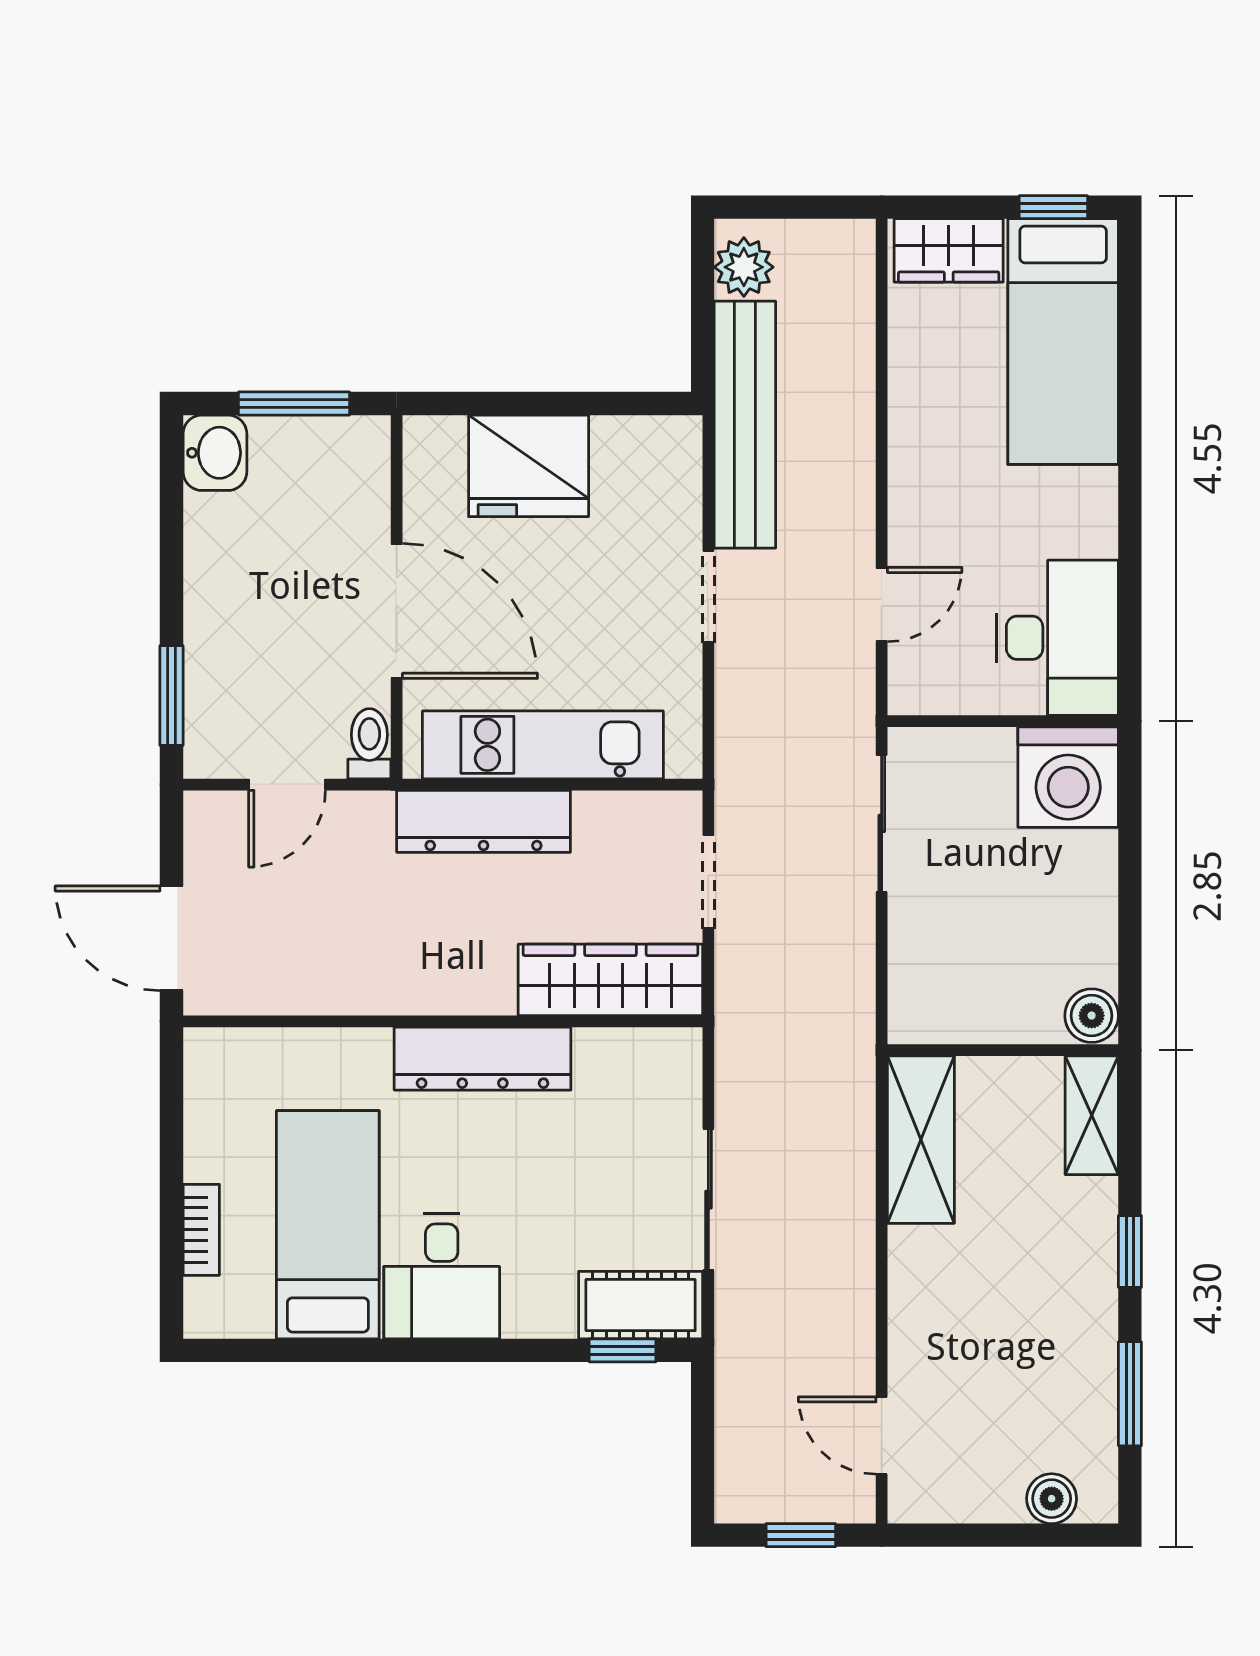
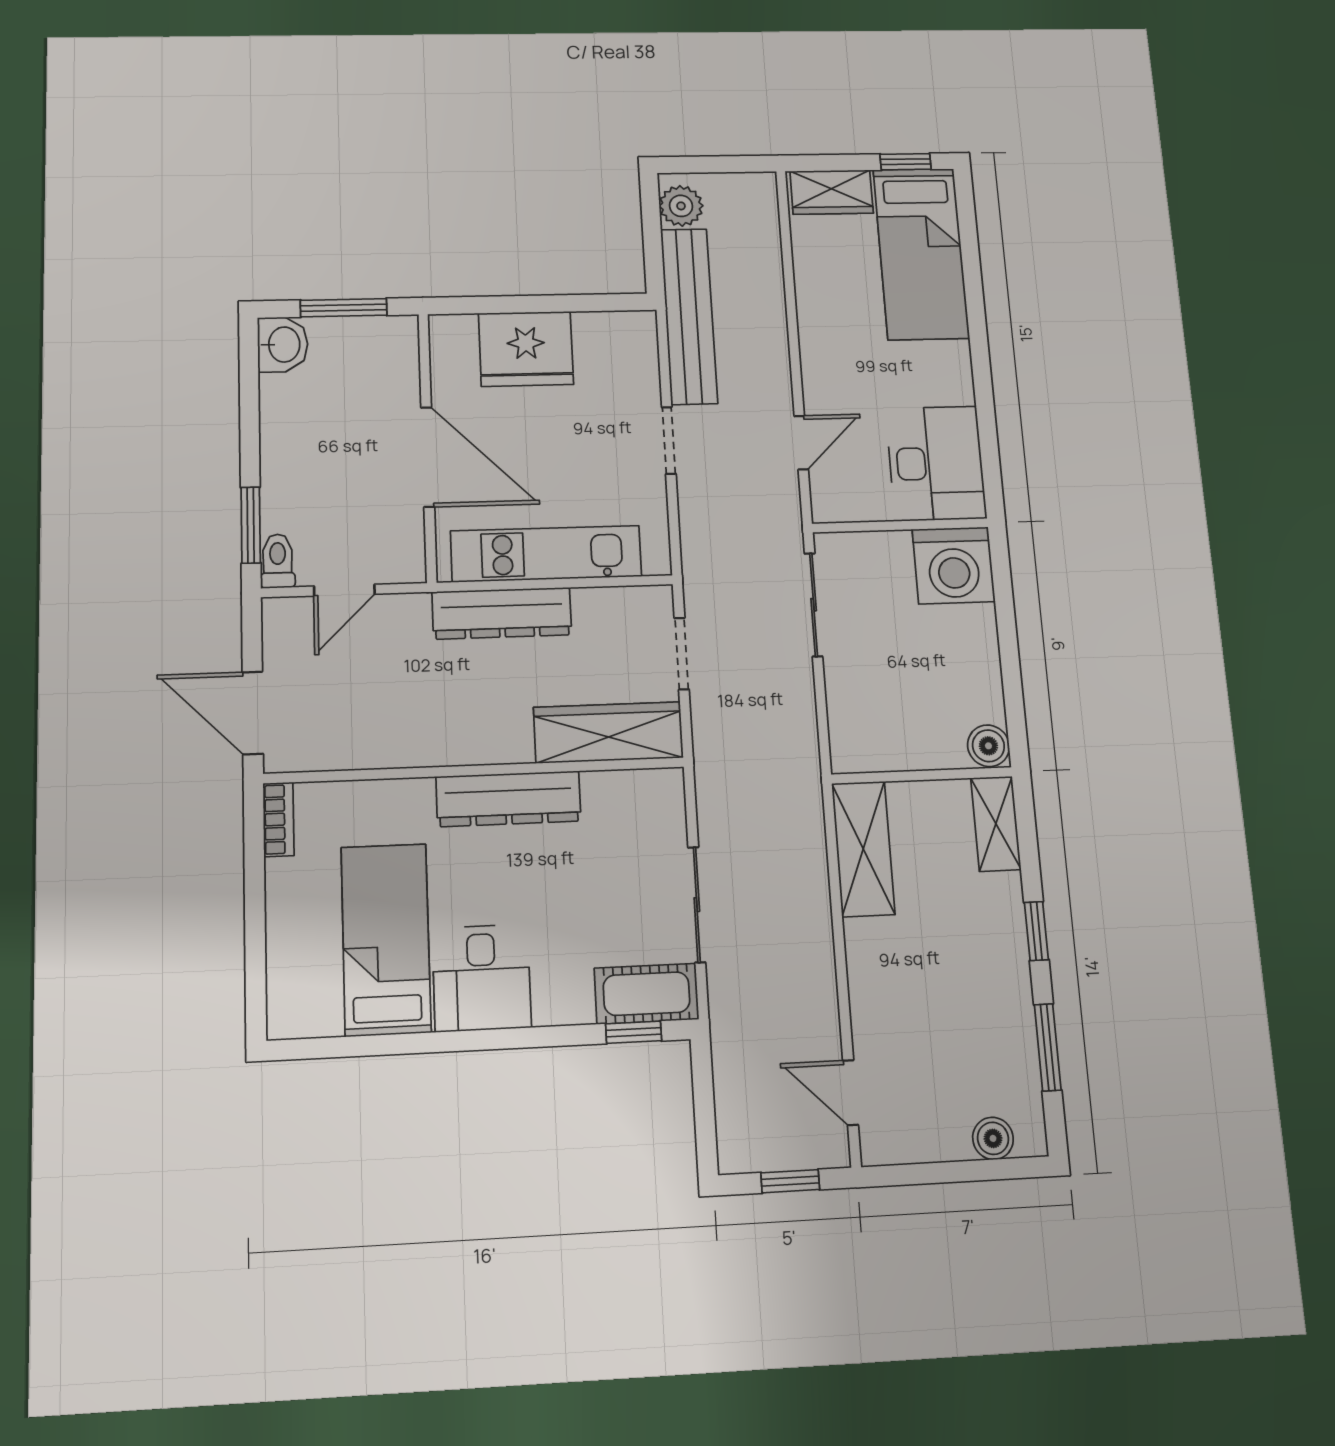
toilet: (369, 744) -> (278, 561), moved
bookcase: (201, 1230) -> (278, 819), moved

